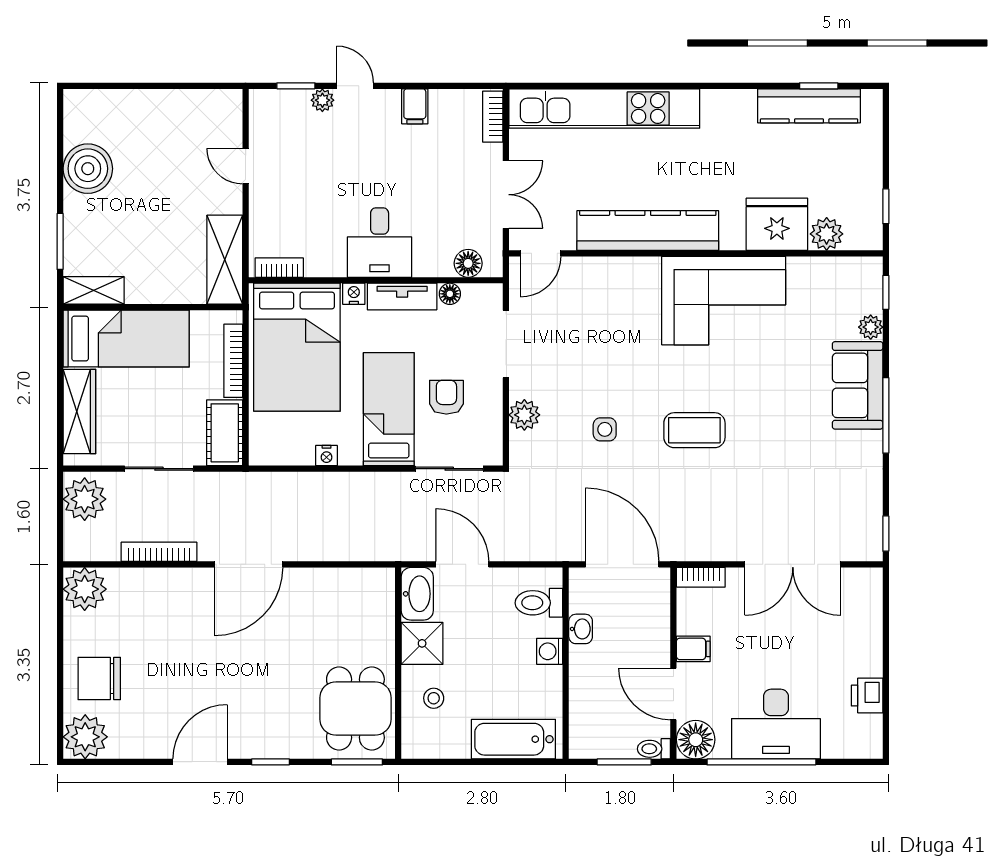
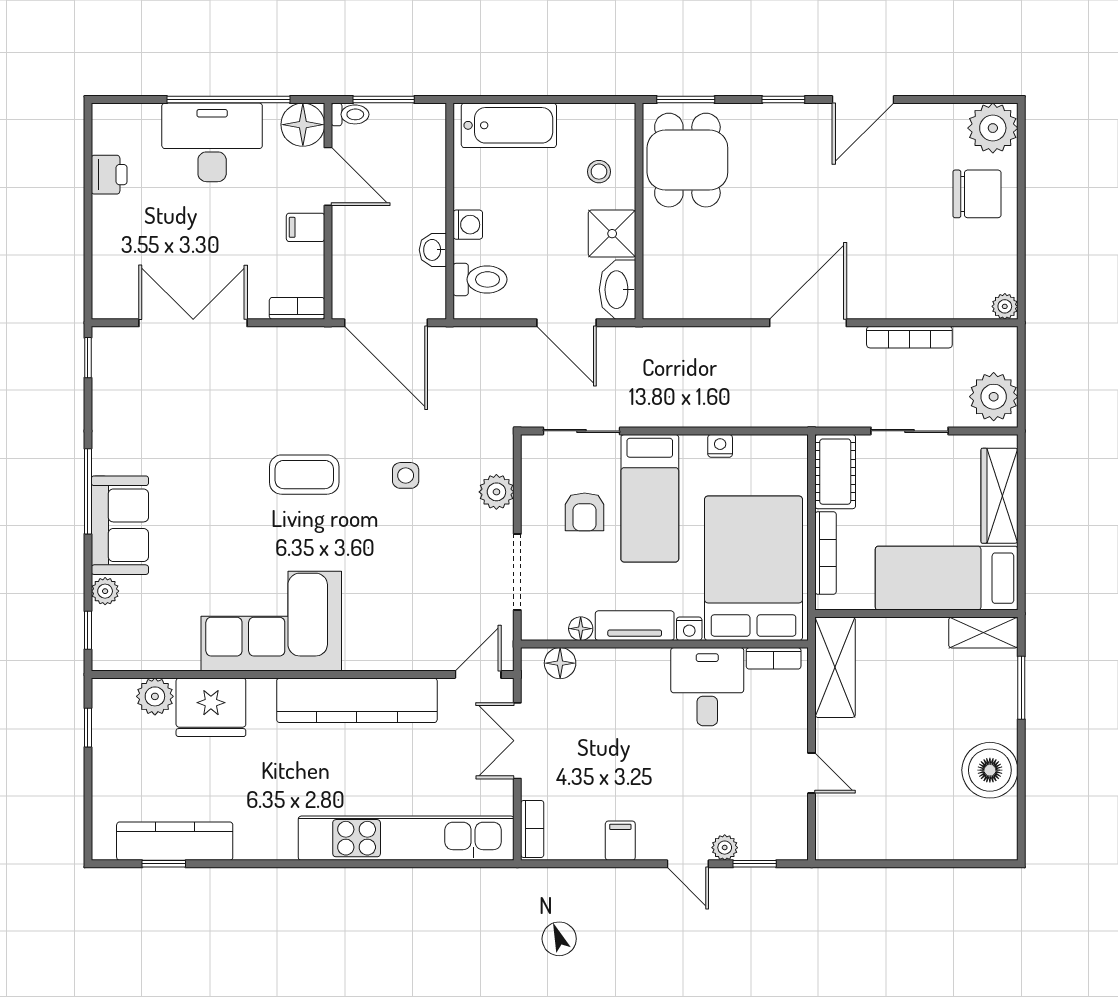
desk: (380, 243) -> (707, 687), moved
plant: (85, 589) -> (1005, 306), width x0.53, depth x0.53

